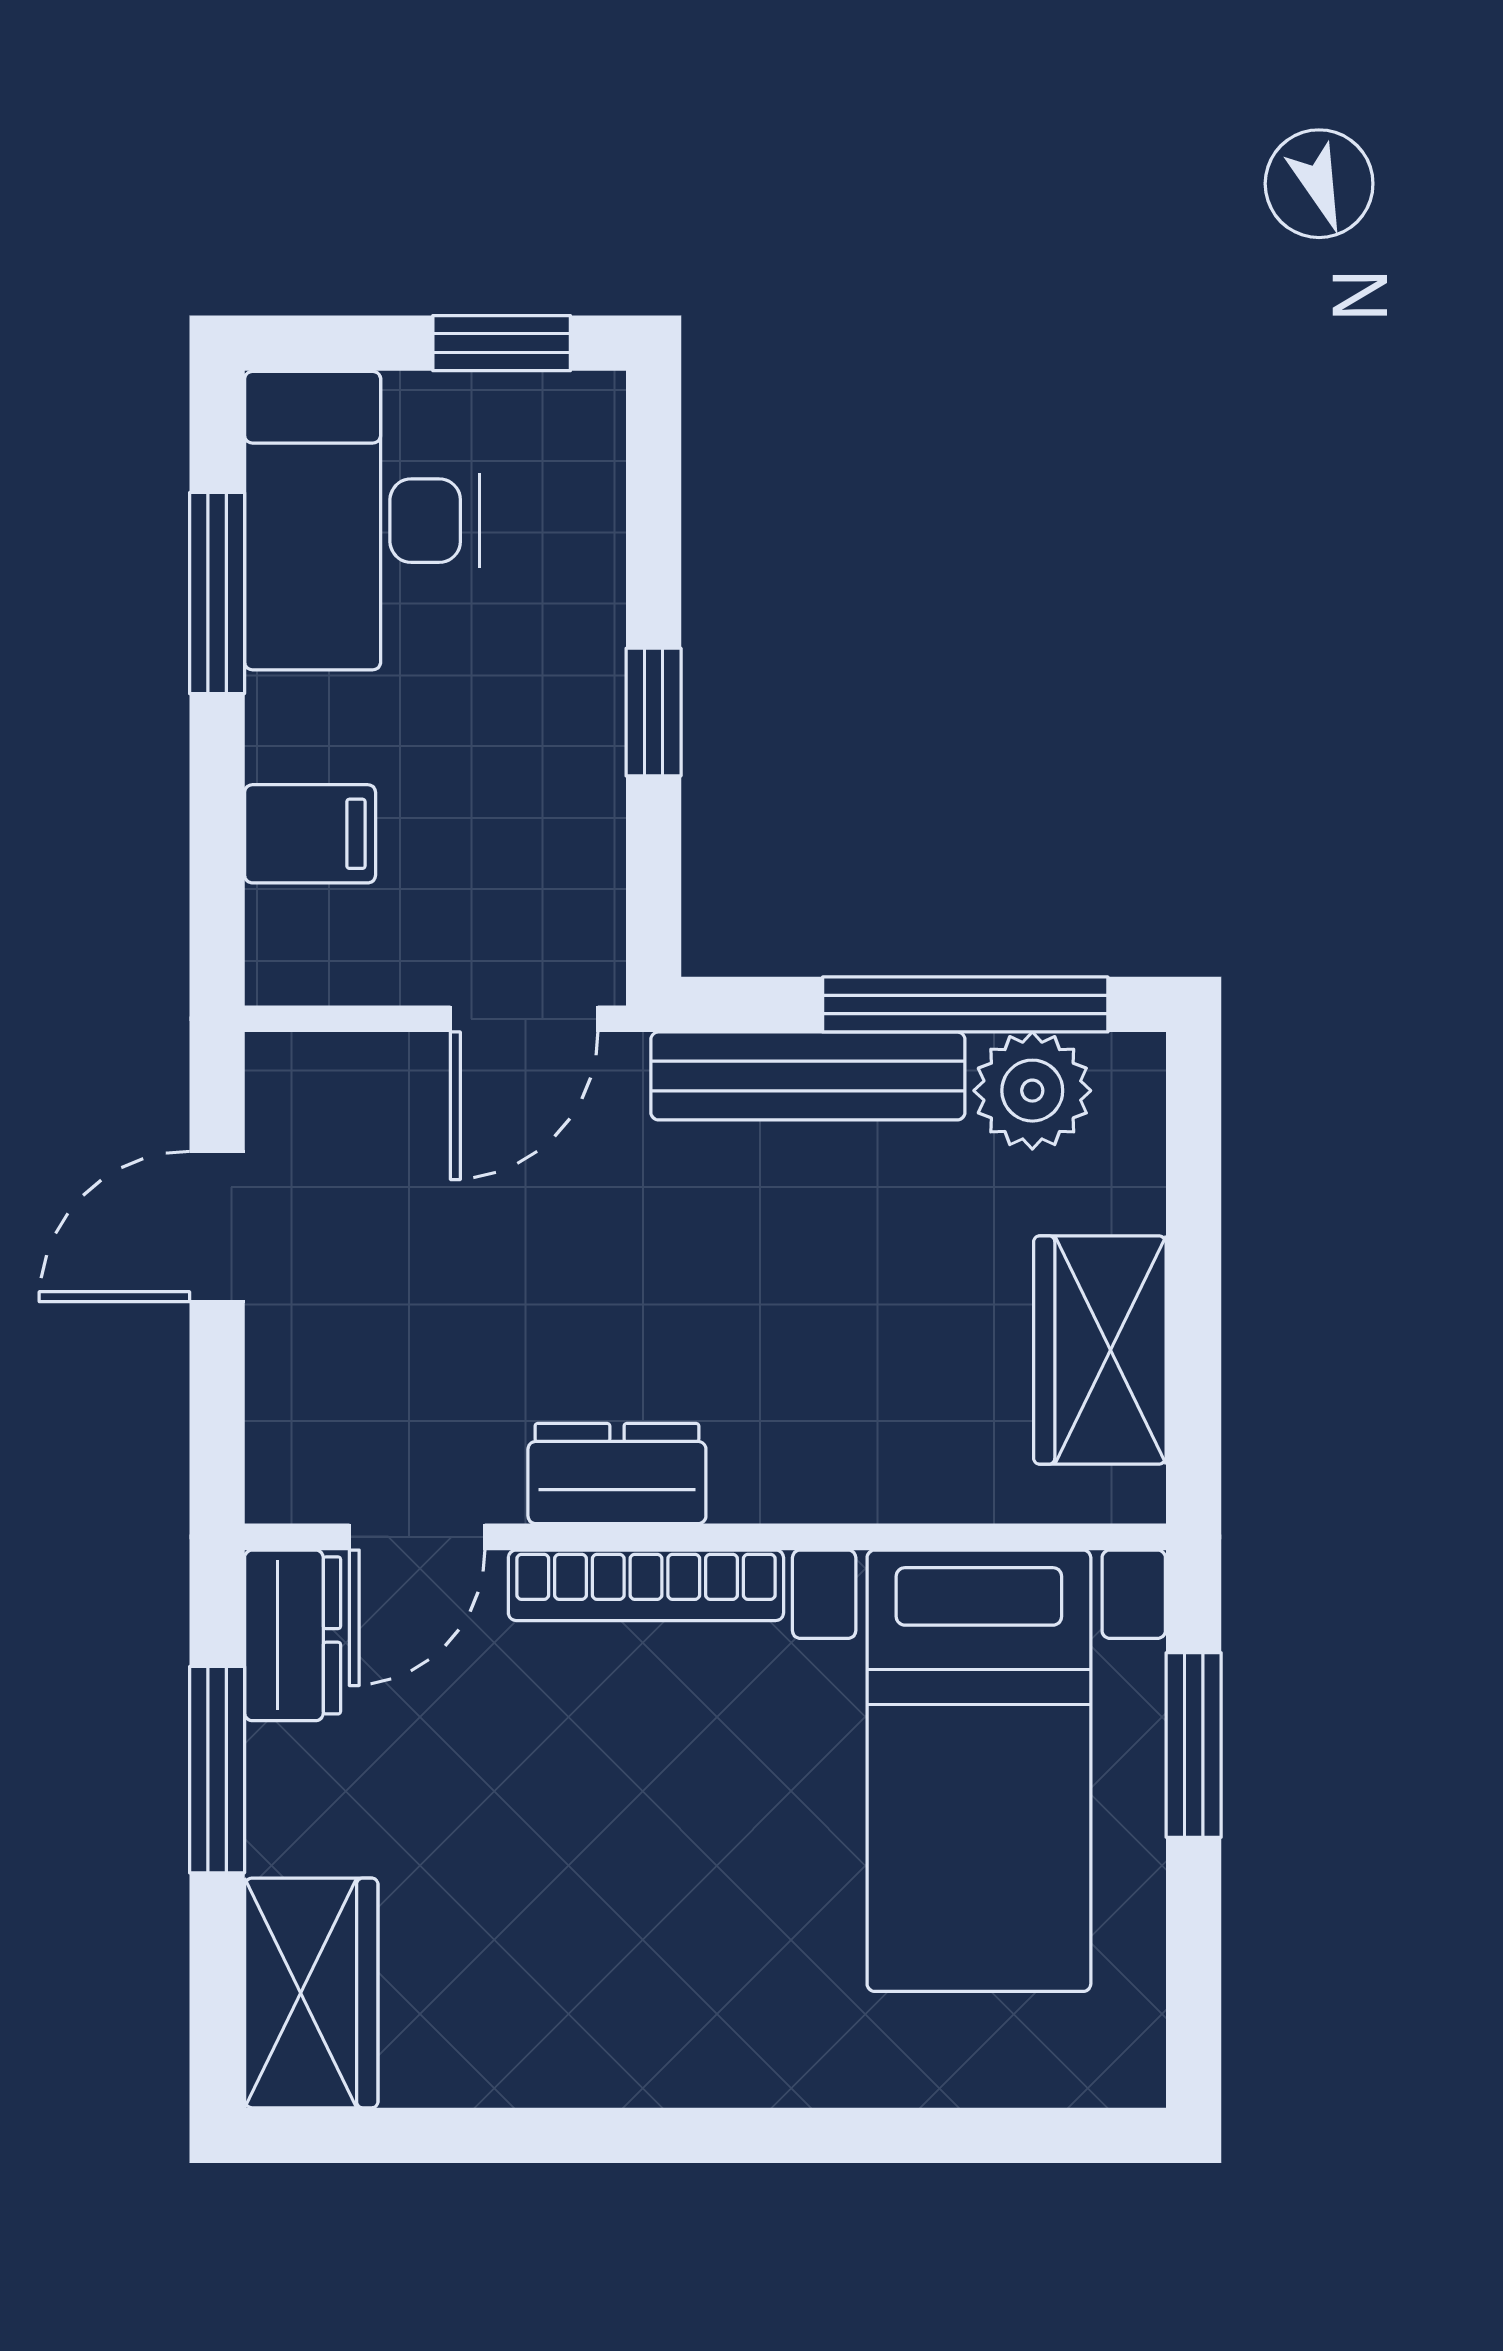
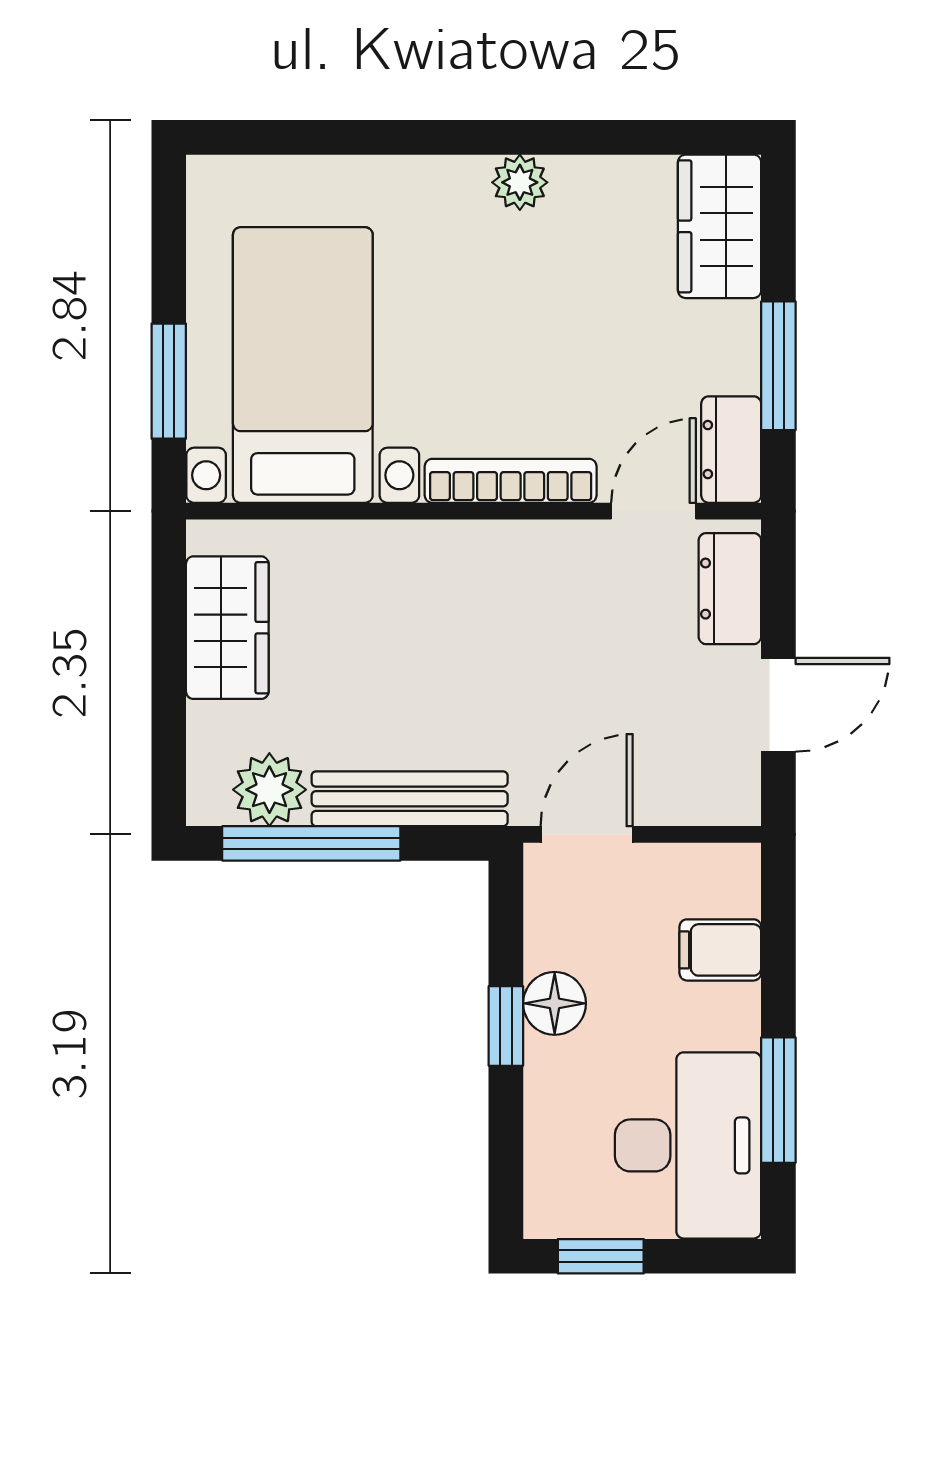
floor lamp: (576, 748) -> (555, 1003), added
dresser: (617, 1474) -> (730, 589), moved, turned 90
plant: (631, 2063) -> (520, 182), added

